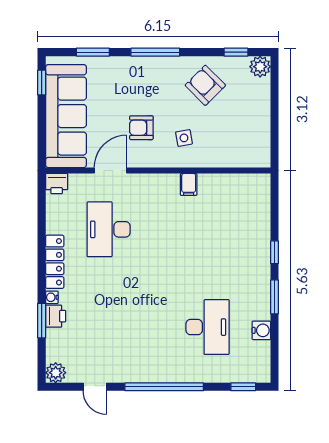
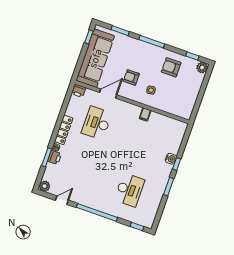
armchair: (205, 85) -> (171, 67), turned -45
water cooler: (261, 330) -> (171, 159), moved
door: (95, 387) -> (62, 200), swing flipped

